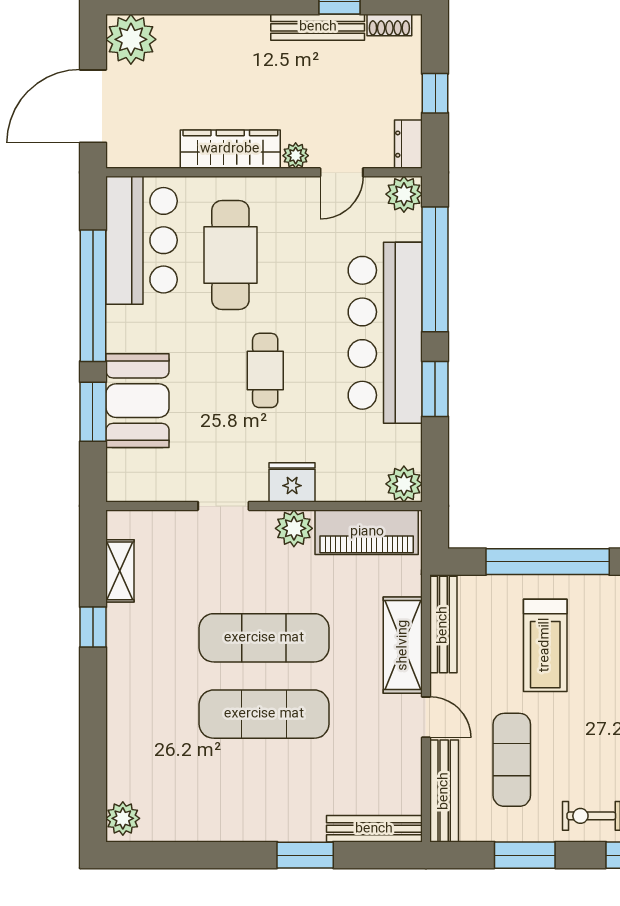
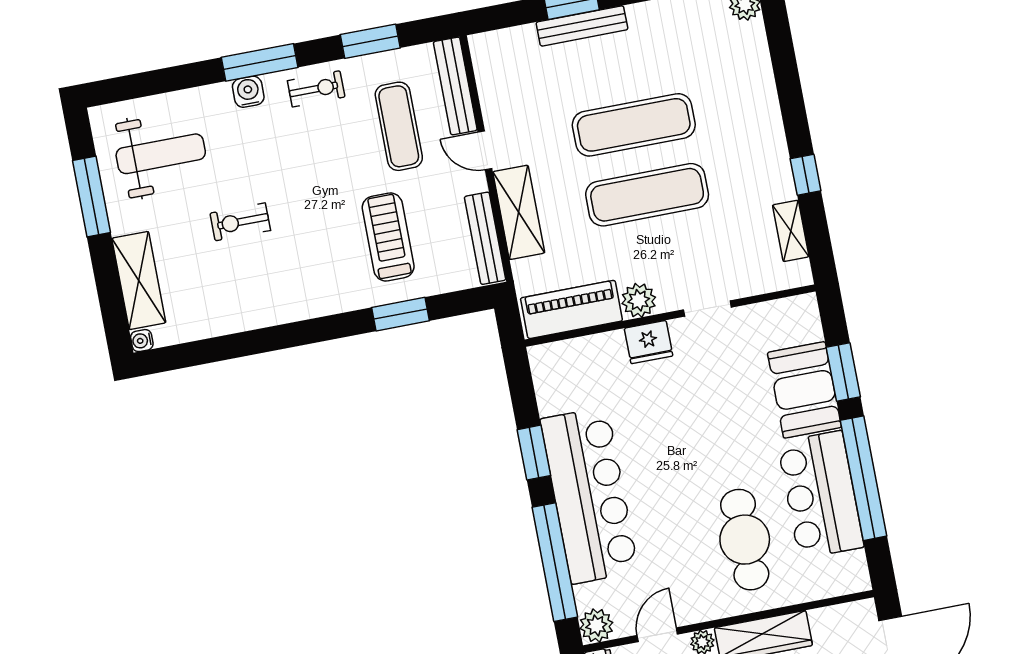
bar counter: (142, 240) -> (821, 495), moved
cafe table: (265, 370) -> (693, 440), removed
plant: (404, 484) -> (546, 360), removed
window: (548, 562) -> (401, 314), width x0.47
bench: (374, 829) -> (582, 26), moved

